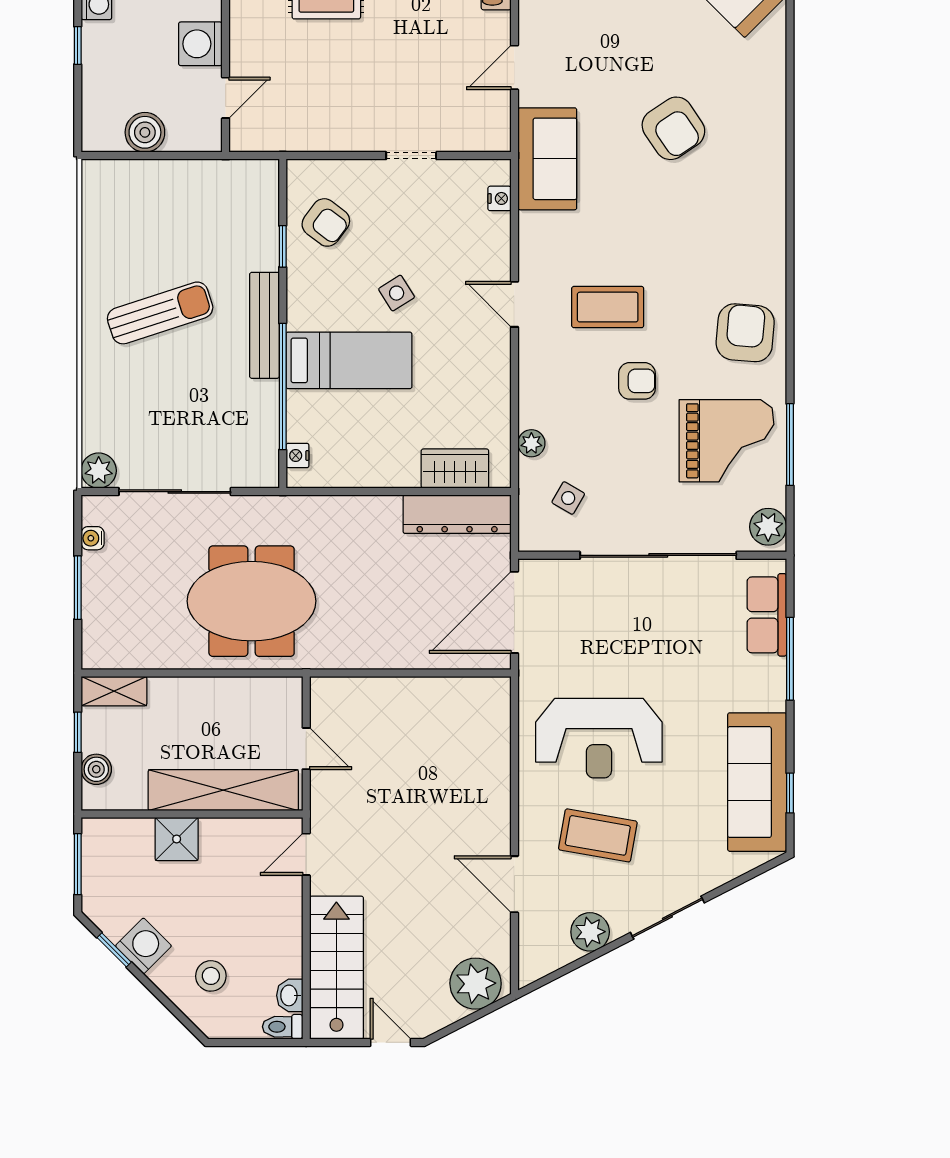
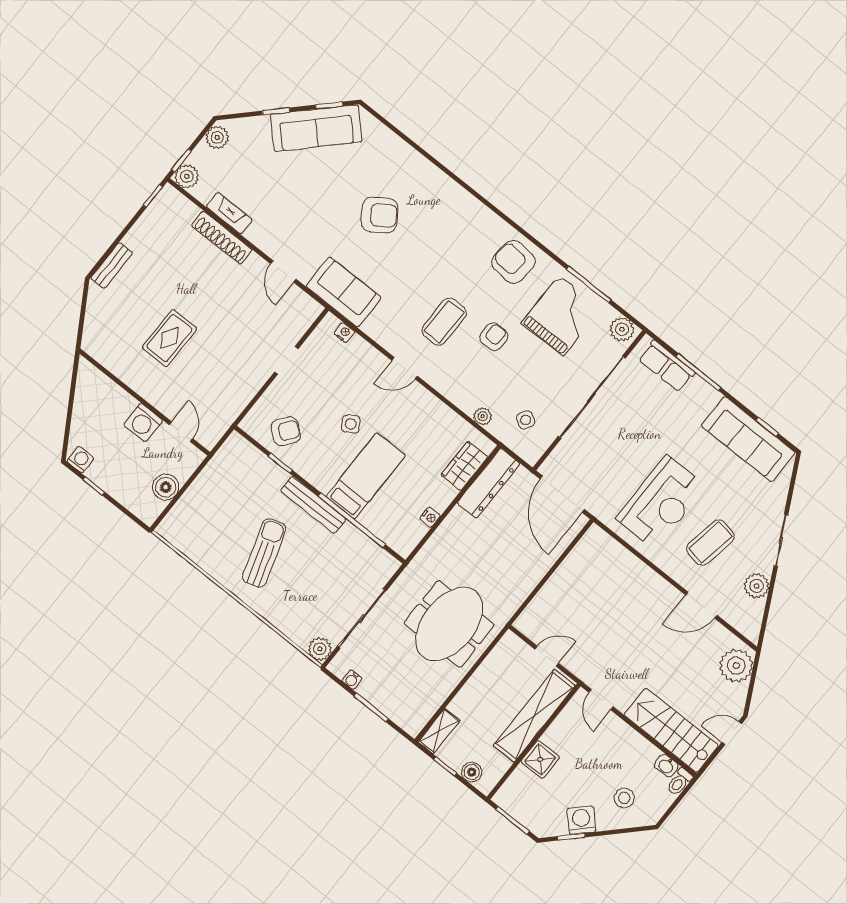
nightstand: (297, 456) -> (430, 517), moved, turned -90

